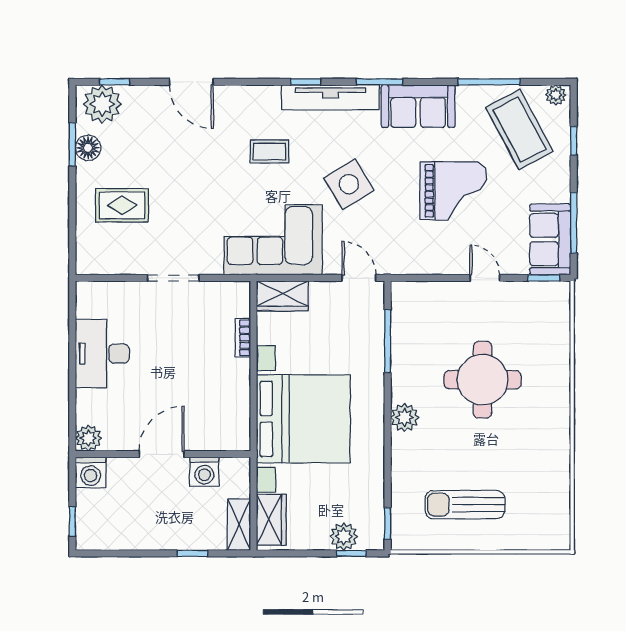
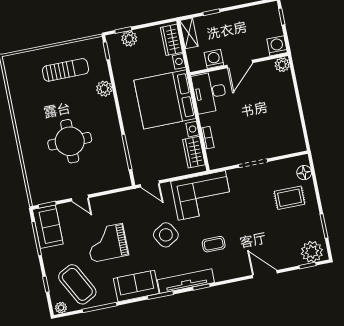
floor lamp: (88, 148) -> (304, 173), moved
wardrobe: (282, 296) -> (194, 152), moved, turned -90
desk: (102, 354) -> (210, 92), moved, turned 180
plant: (405, 417) -> (104, 89), moved

